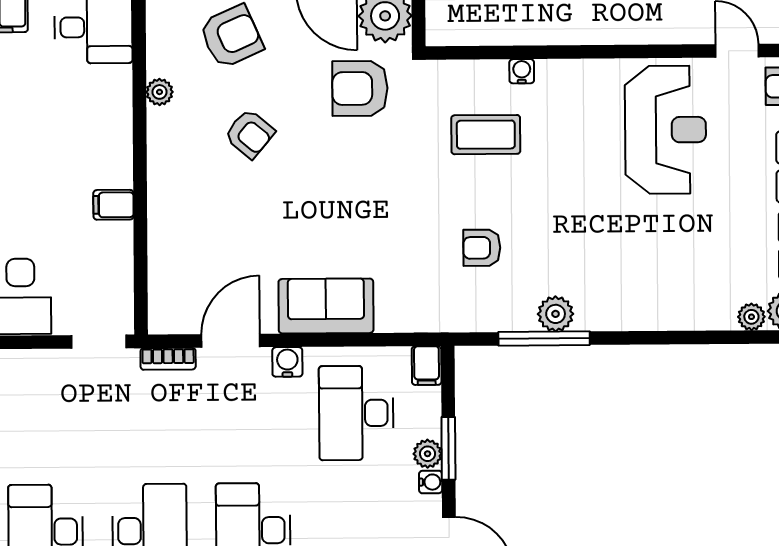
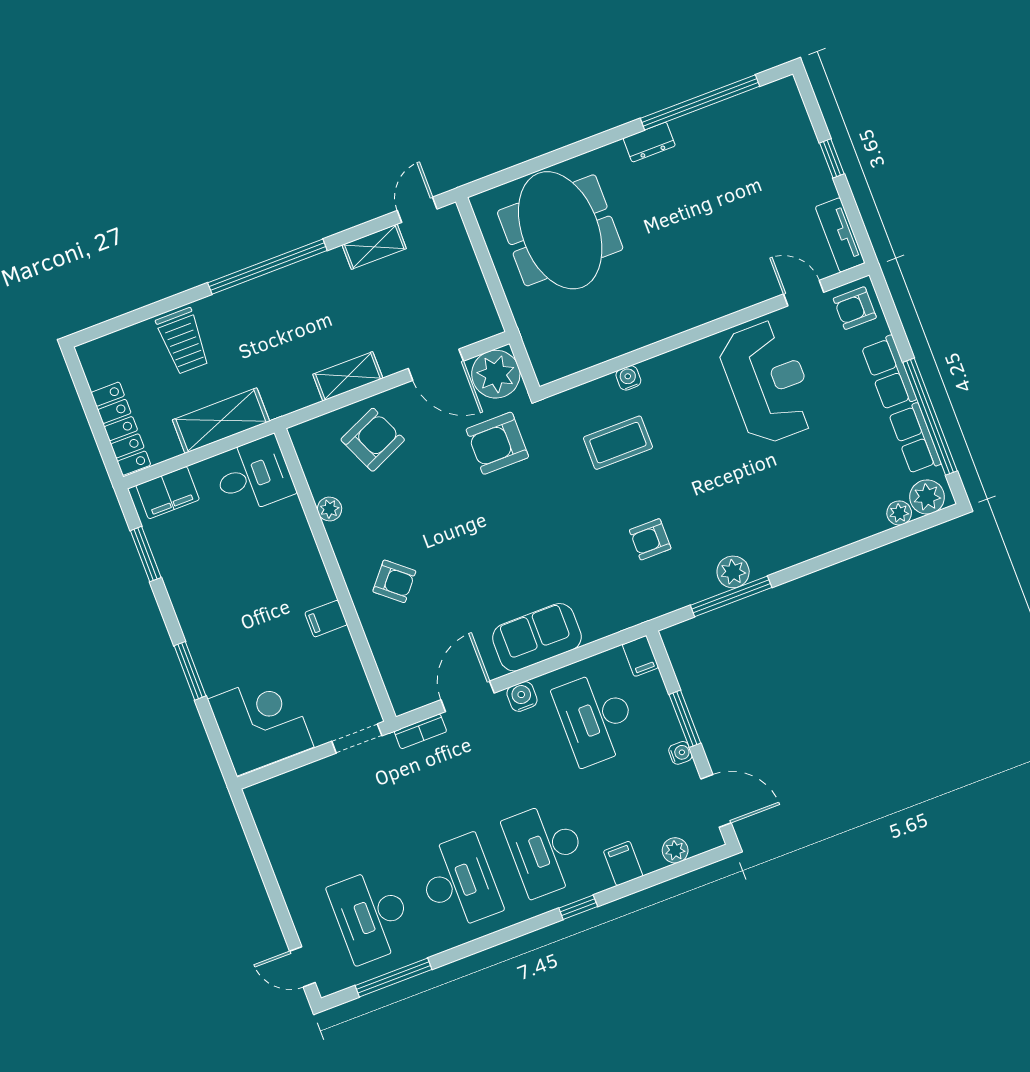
armchair: (250, 134) -> (394, 581), moved
plant: (428, 454) -> (669, 730), removed

